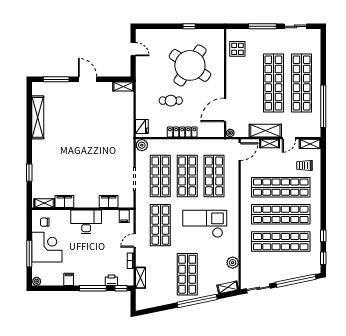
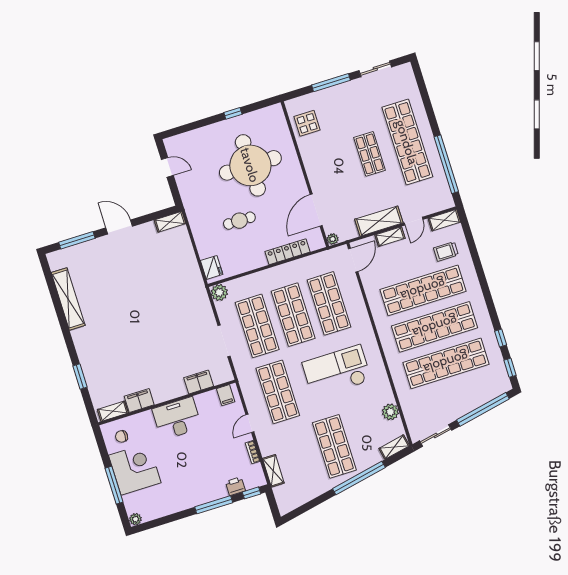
round table: (190, 65) -> (250, 165), turned -34
shop shelf: (273, 83) -> (370, 154), width x0.50, depth x0.74
locker: (182, 132) -> (288, 252), moved
filing cabinet: (69, 279) -> (178, 503), removed

